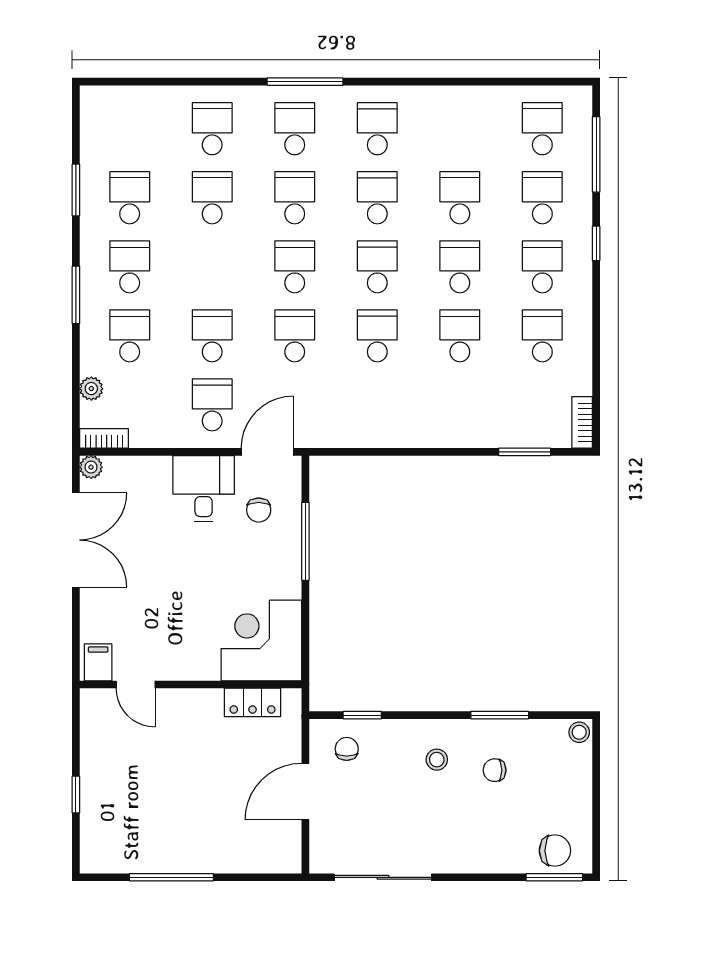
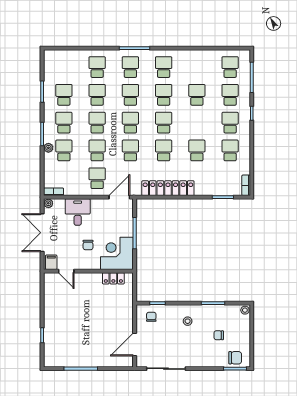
school desk: (460, 267) -> (97, 123), moved
plant: (91, 389) -> (48, 148), moved
locker: (388, 430) -> (168, 188), added
desk: (204, 489) -> (78, 212), moved
chair: (259, 510) -> (88, 245), moved
double door: (76, 540) -> (42, 233), swing flipped
corner desk: (261, 641) -> (117, 253), moved
filing cabinet: (98, 662) -> (51, 262), moved
door: (136, 684) -> (66, 271), moved
wall: (191, 684) -> (88, 271), moved
locker: (253, 702) -> (113, 278), moved
chair: (495, 770) -> (219, 335), moved
door: (305, 792) -> (135, 345), moved

